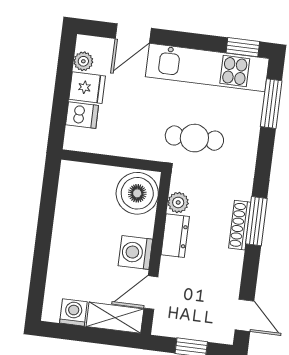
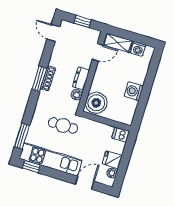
dishwasher: (82, 115) -> (121, 134), moved
washing machine: (135, 252) -> (134, 91), moved, turned 180

